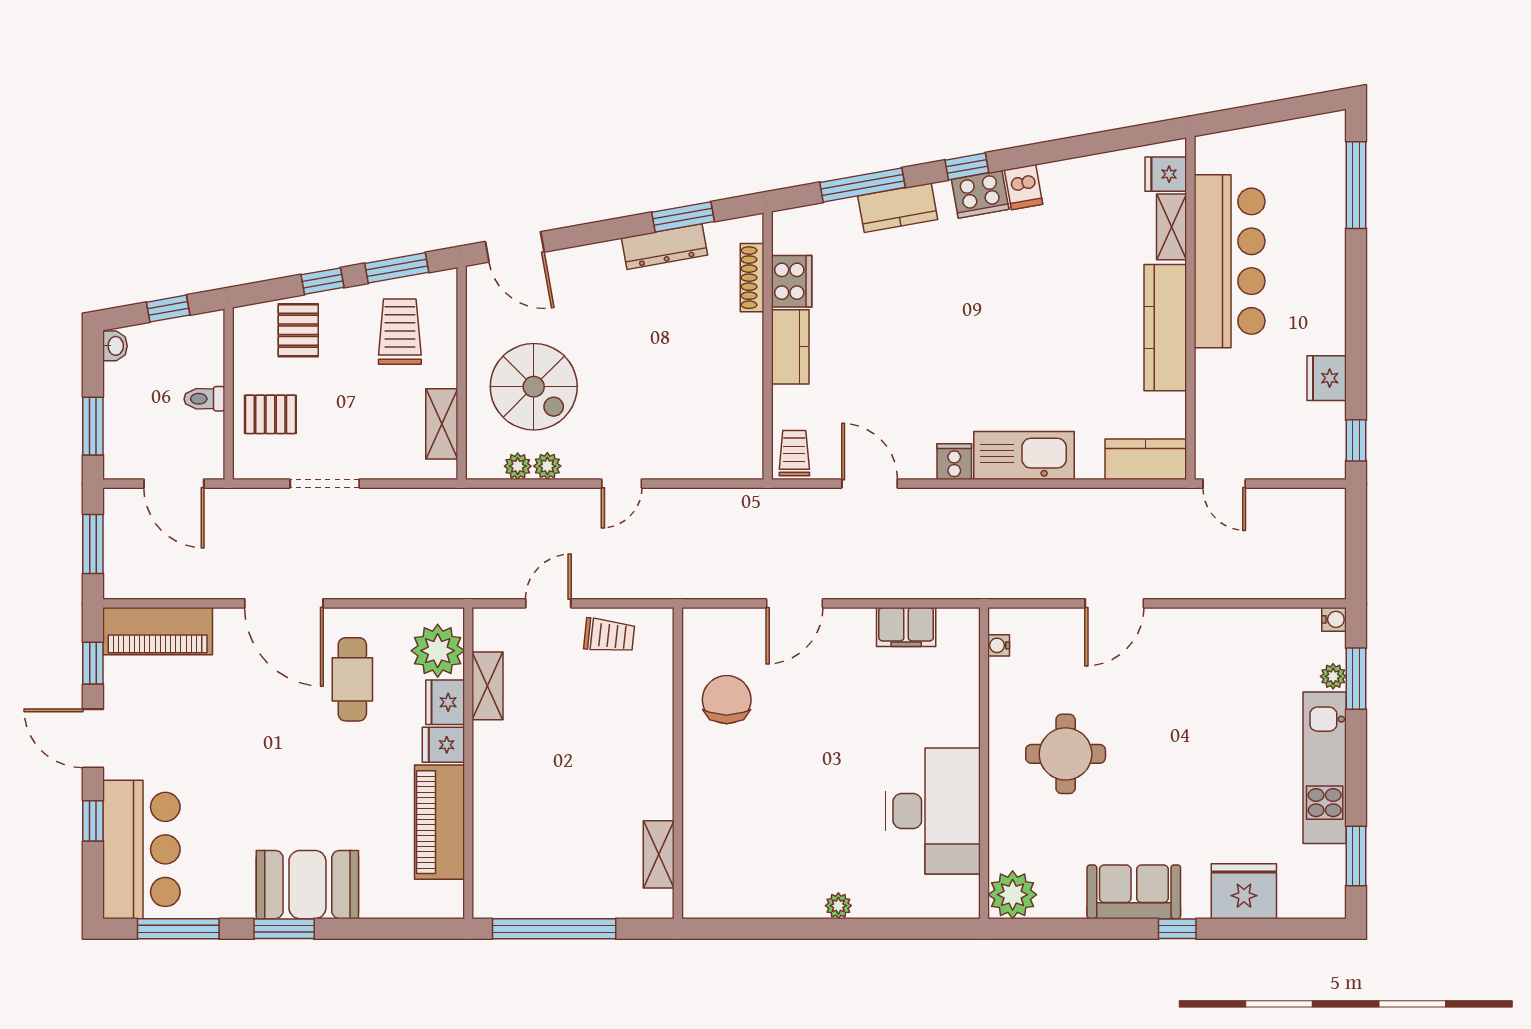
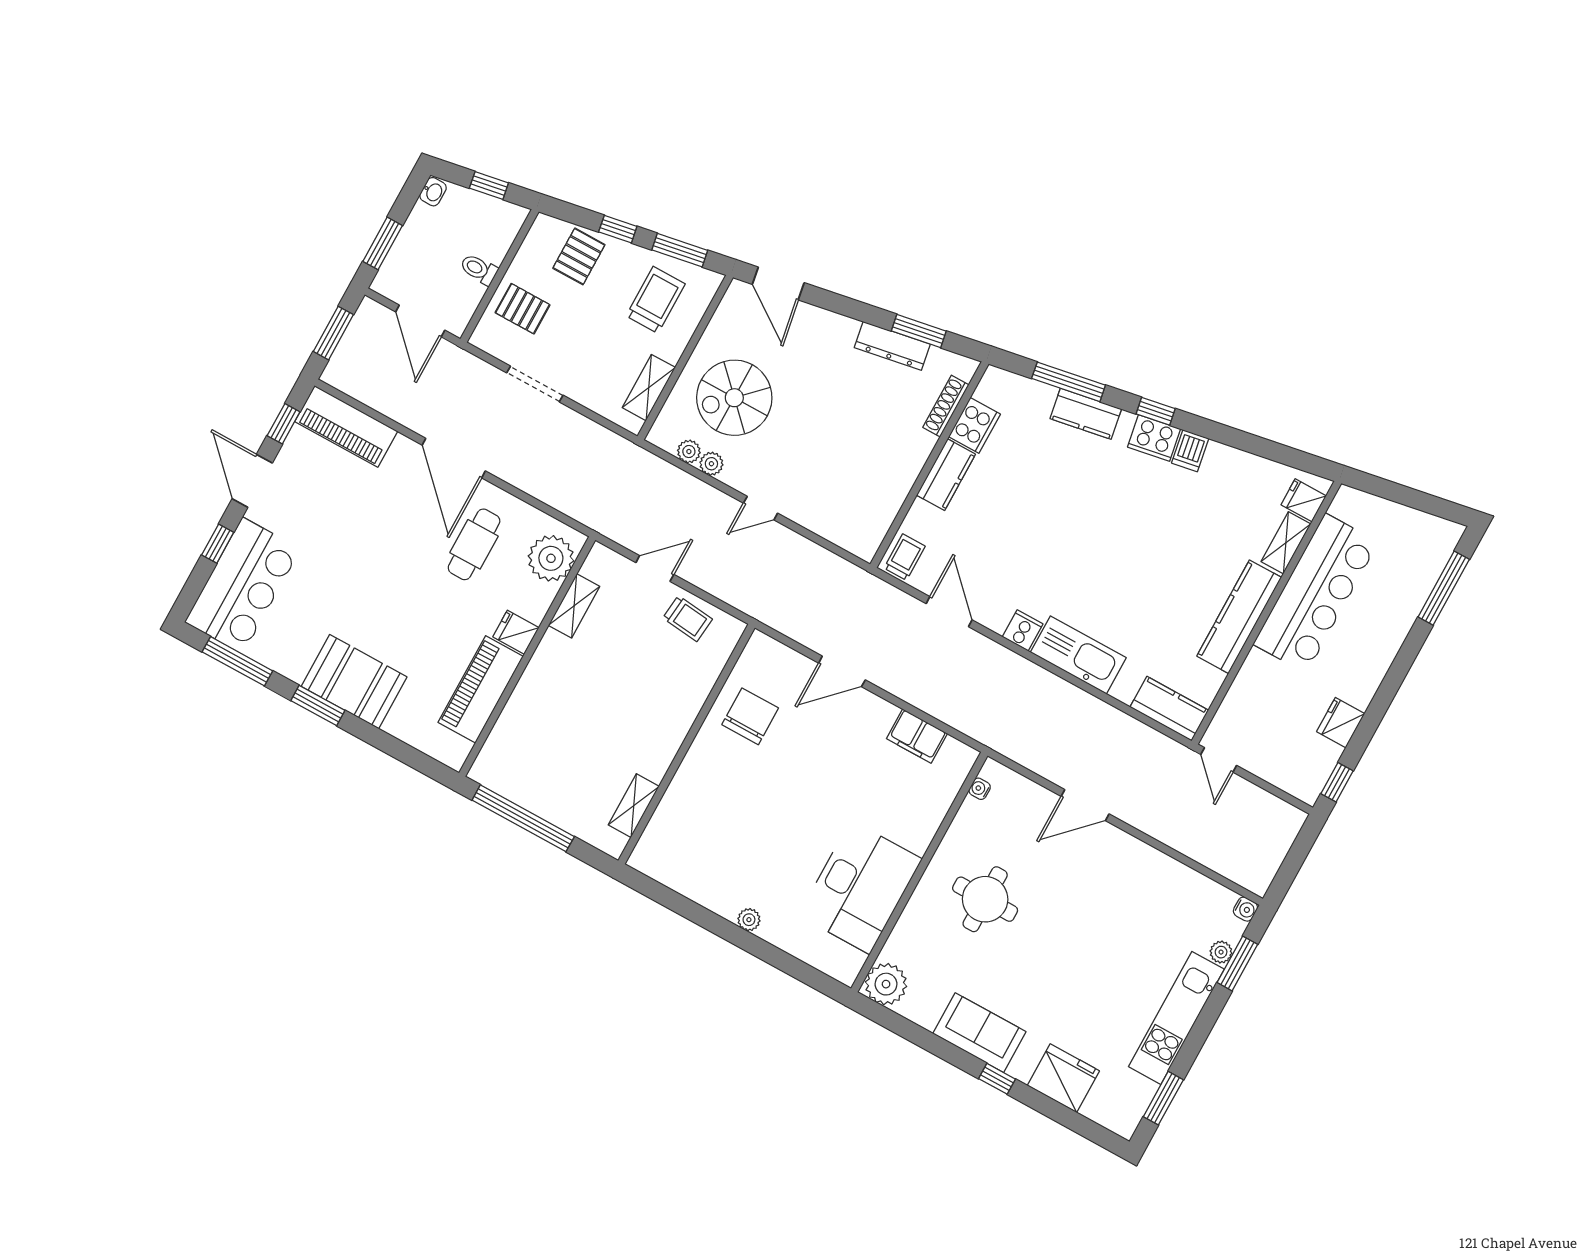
spiral stairs: (534, 387) -> (734, 398), turned 90
fridge: (445, 702) -> (535, 601), removed

